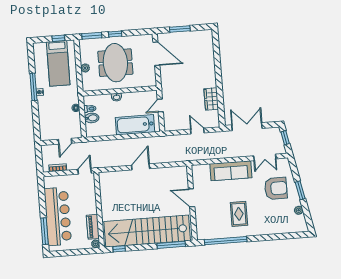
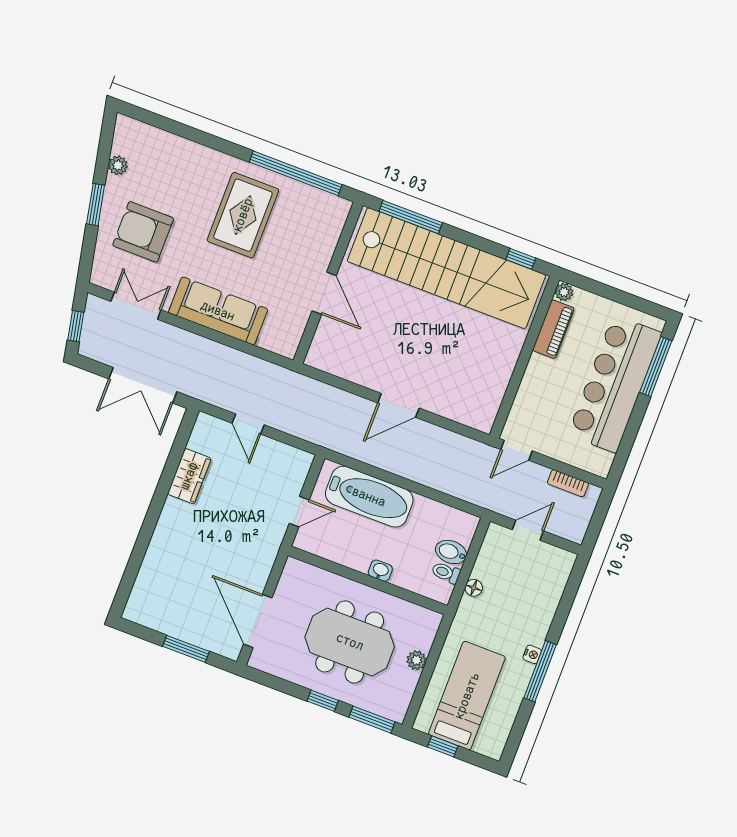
meeting table: (115, 63) -> (350, 642), turned 90
rug: (239, 214) -> (243, 215), width x1.36, depth x1.43

